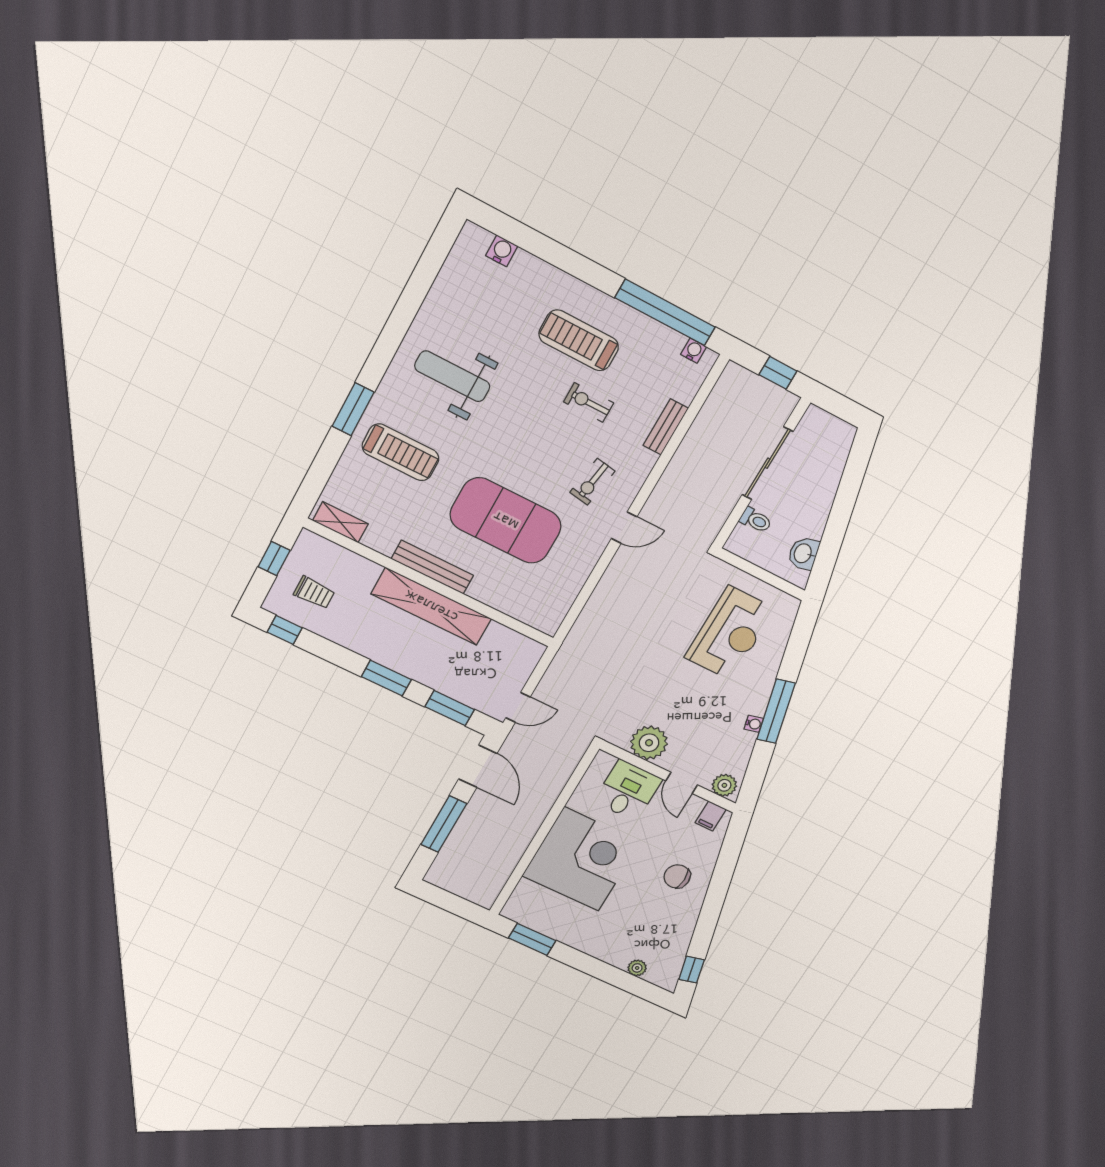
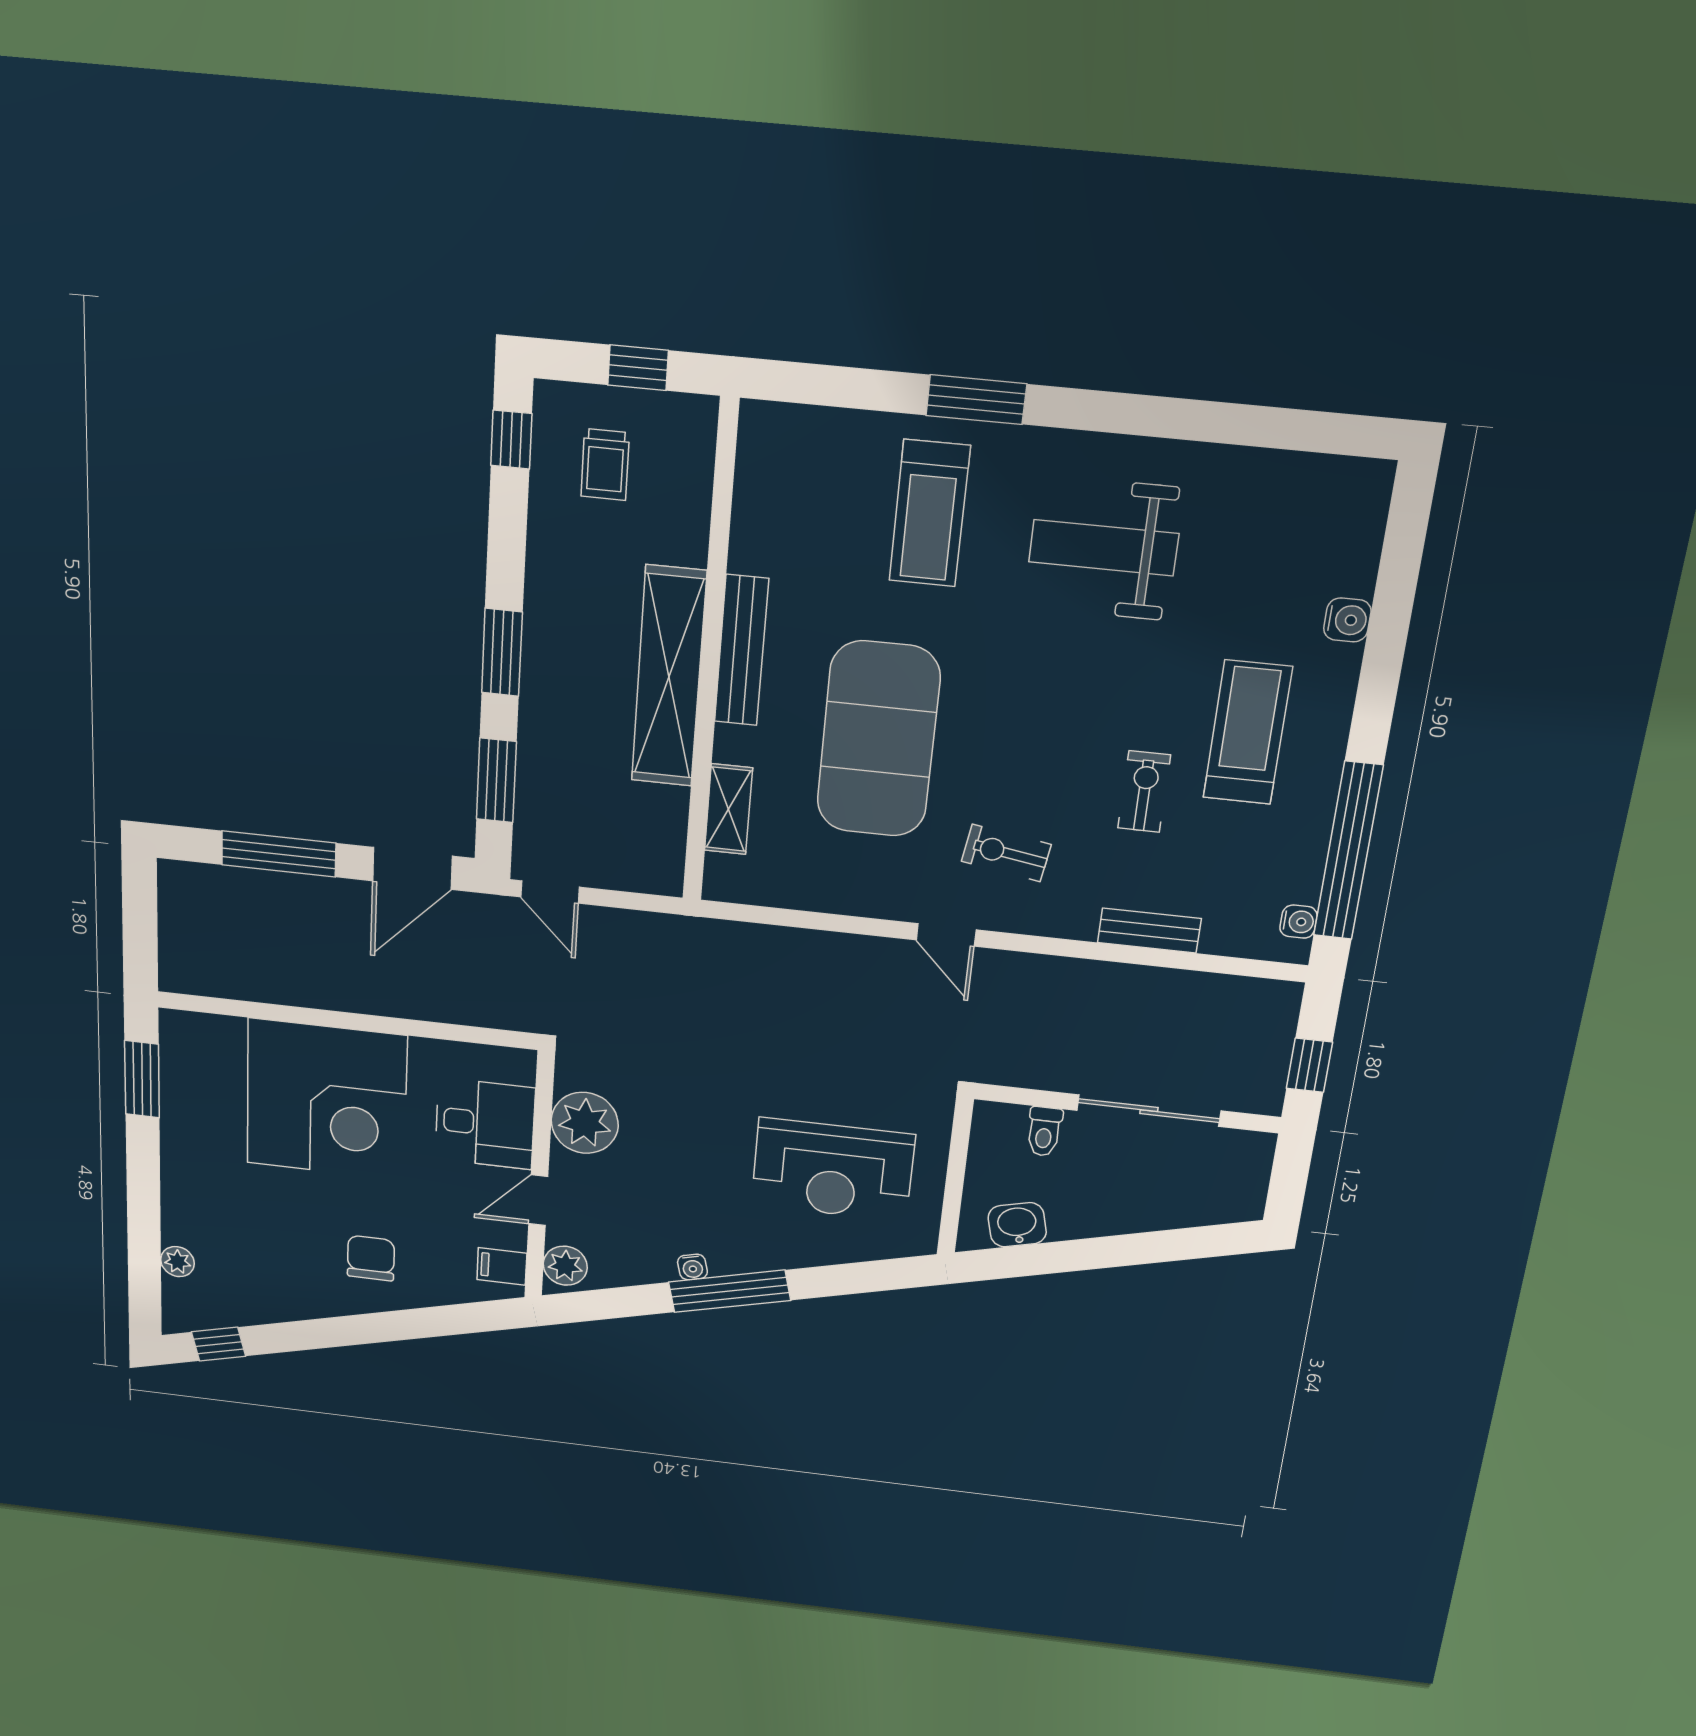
water cooler: (502, 251) -> (1347, 620), moved
weight bench: (452, 376) -> (1104, 548), turned -90
shelving: (340, 522) -> (728, 809), moved

